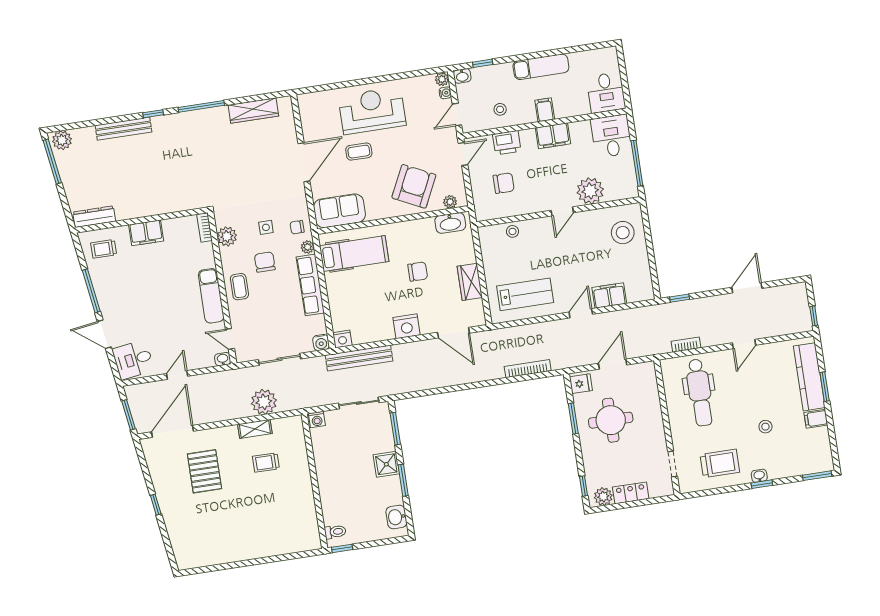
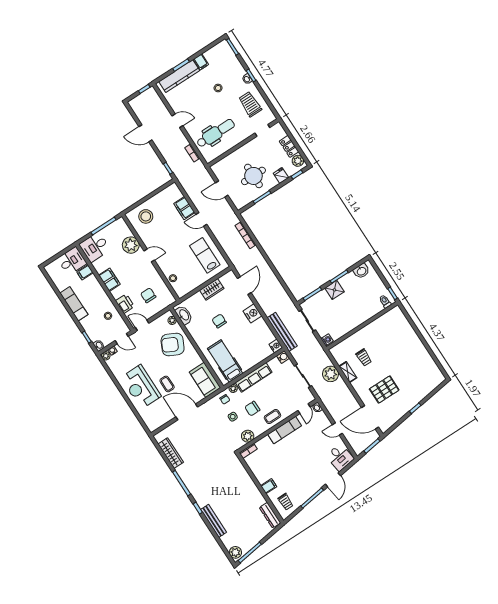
filing cabinet: (545, 110) -> (85, 272), moved
filing cabinet: (146, 233) -> (269, 486), width x0.50
fridge: (581, 384) -> (281, 176), moved

